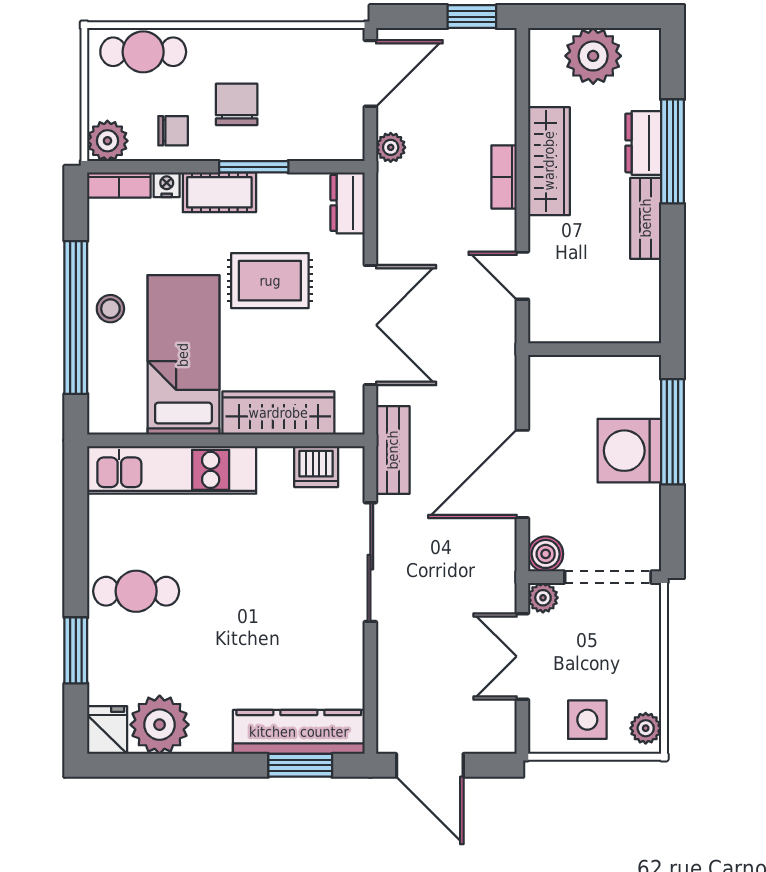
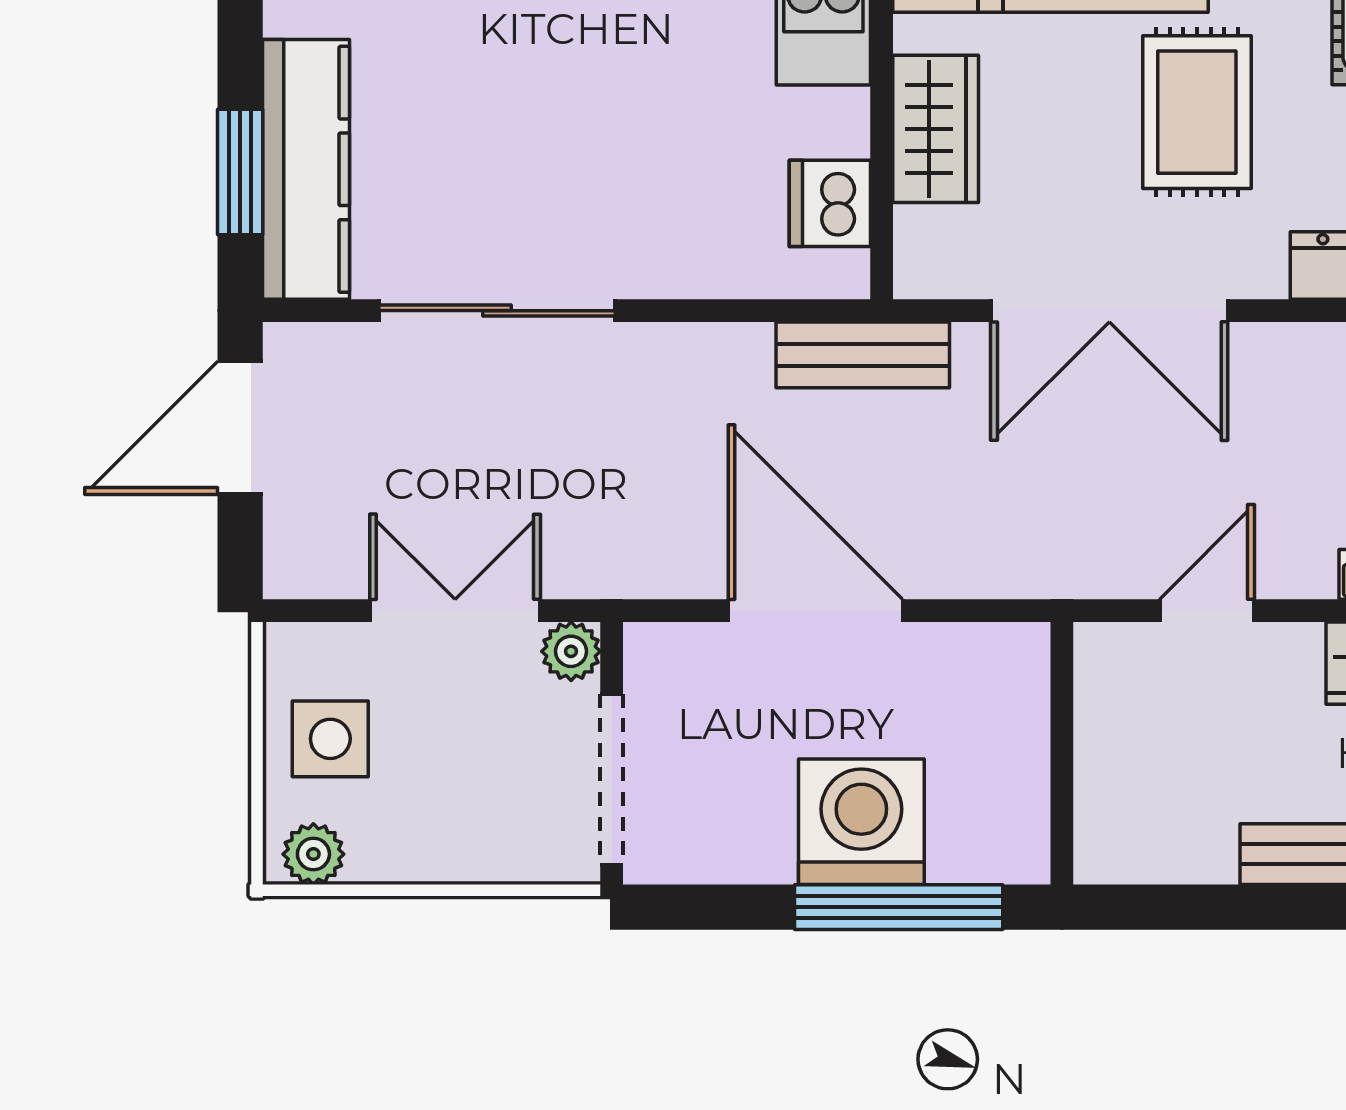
wardrobe: (278, 413) -> (936, 129), width x0.67
boiler: (546, 554) -> (657, 657), removed
sliding door: (370, 562) -> (497, 311), moved

